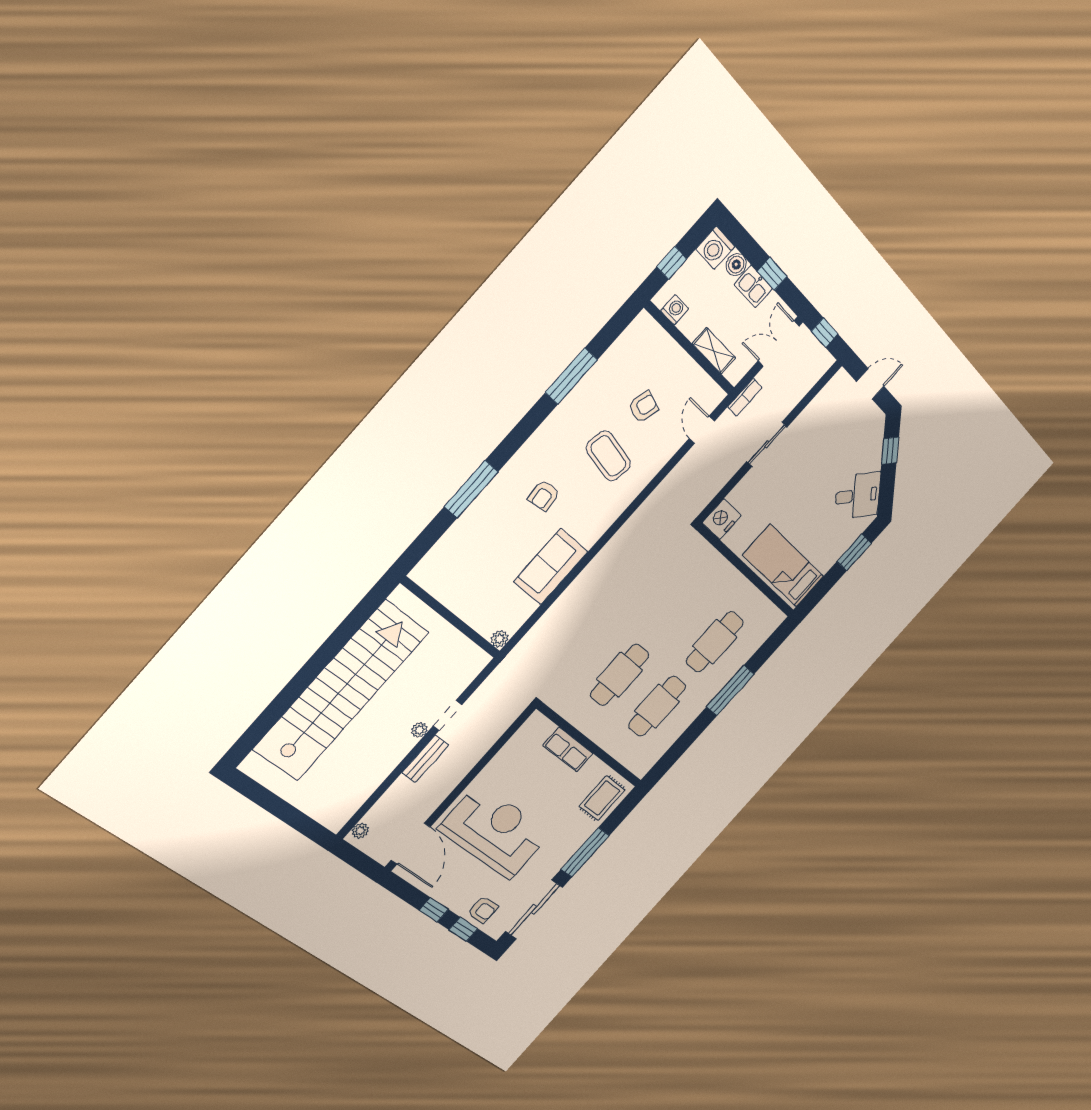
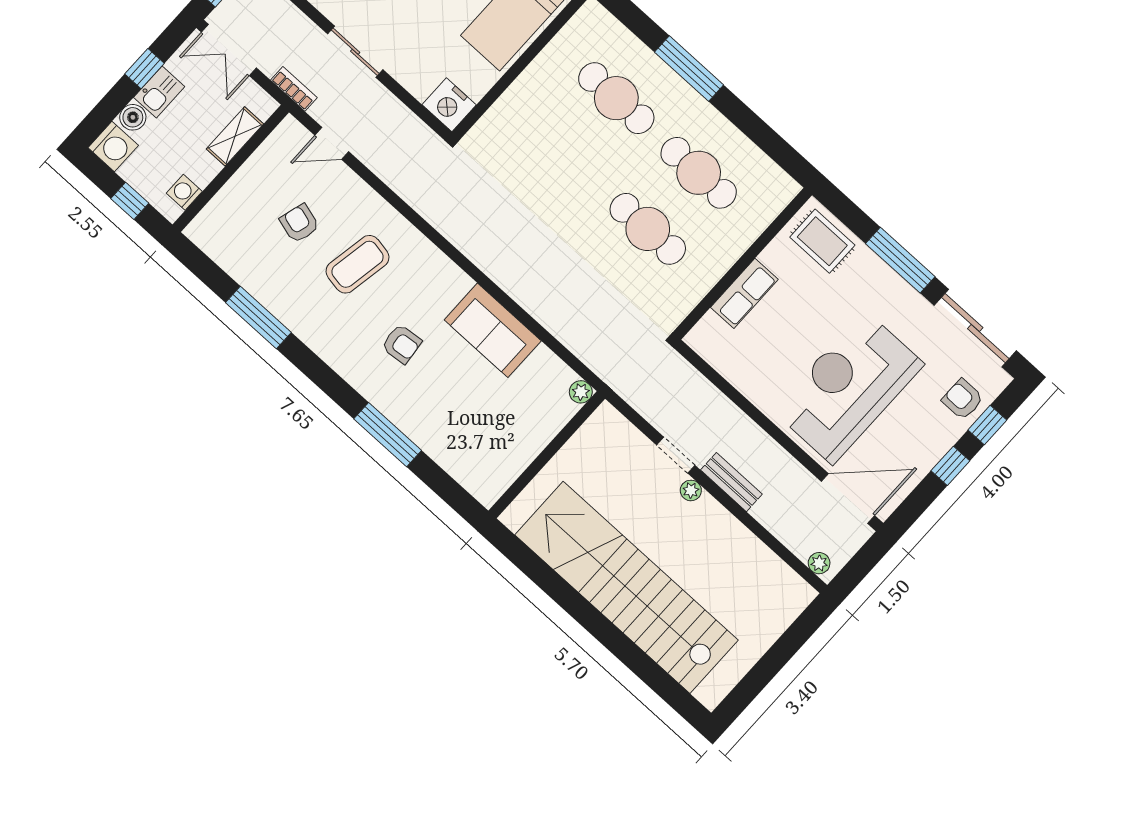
armchair: (483, 910) -> (963, 399), turned -90

